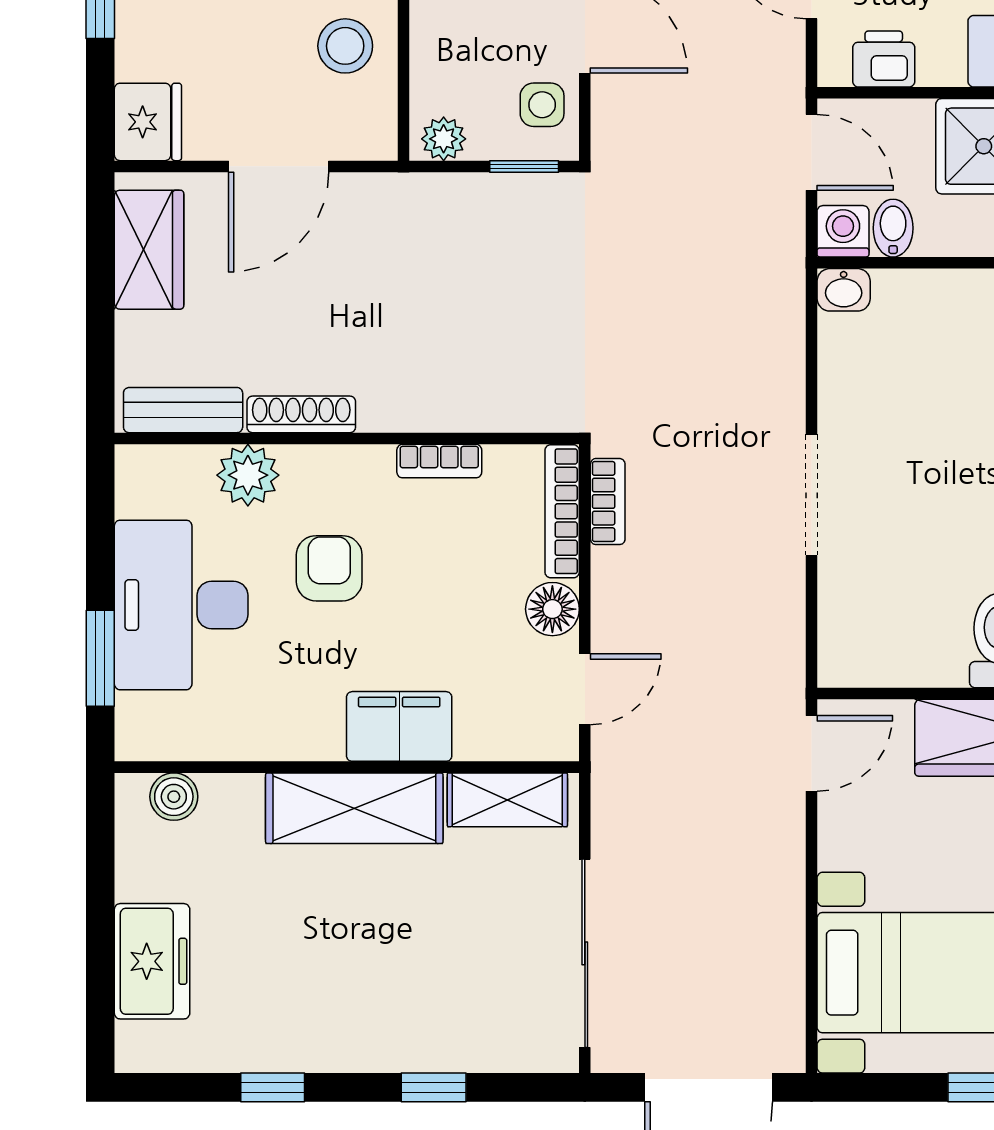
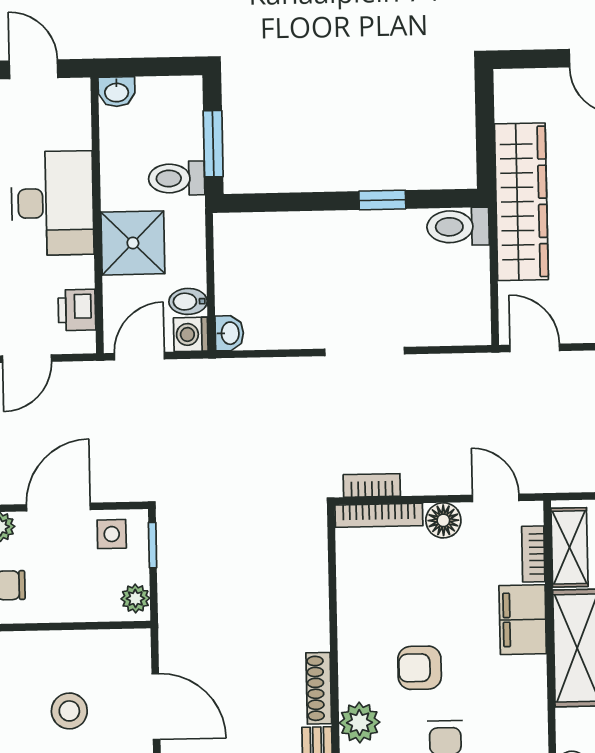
stool: (345, 46) -> (69, 711), moved
bookcase: (439, 461) -> (533, 554), moved, turned 180

